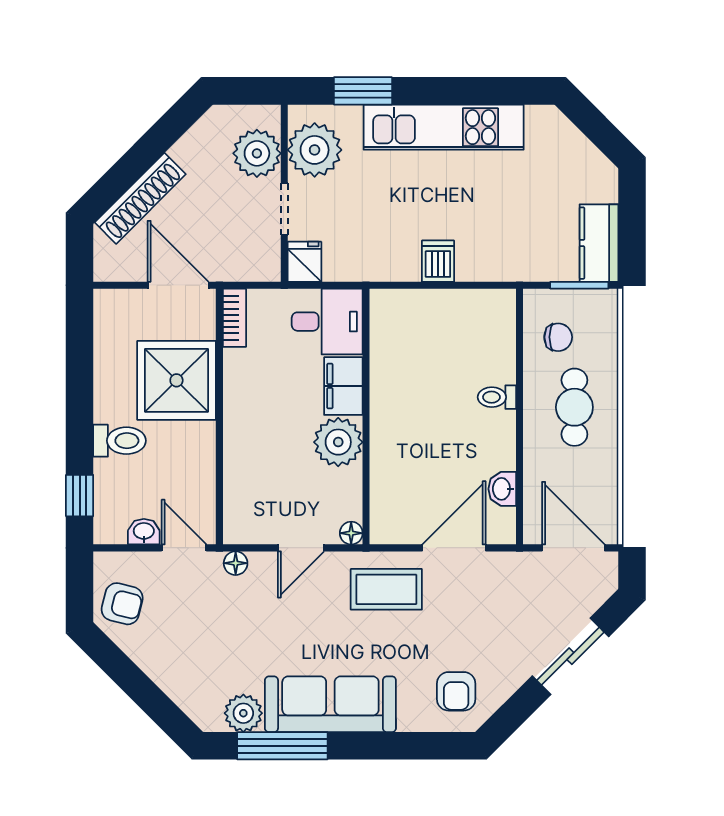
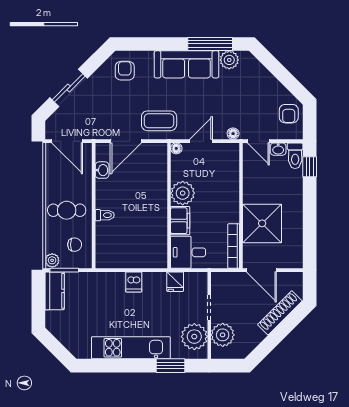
fridge: (304, 262) -> (175, 282), moved
plant: (604, 305) -> (52, 260), added
bookcase: (234, 318) -> (234, 246), width x1.56
chair: (558, 337) -> (75, 245), turned 180
cafe table: (574, 407) -> (67, 210), turned 90
toilet: (120, 441) -> (295, 156), moved, turned -90
armchair: (122, 604) -> (289, 114), turned -104

